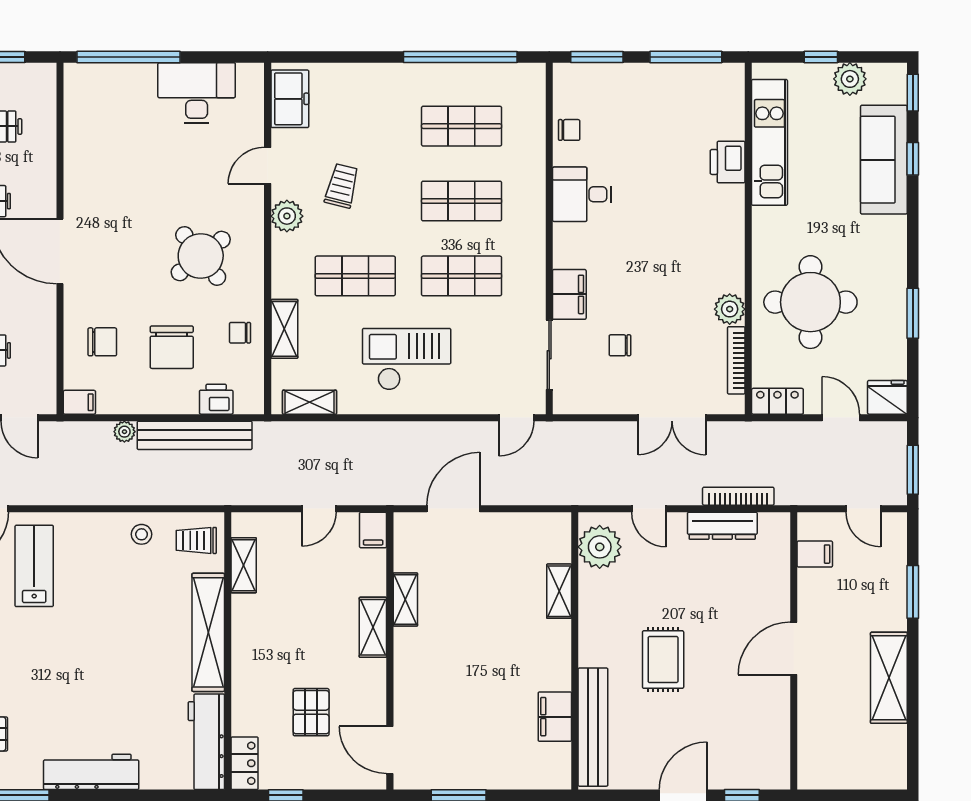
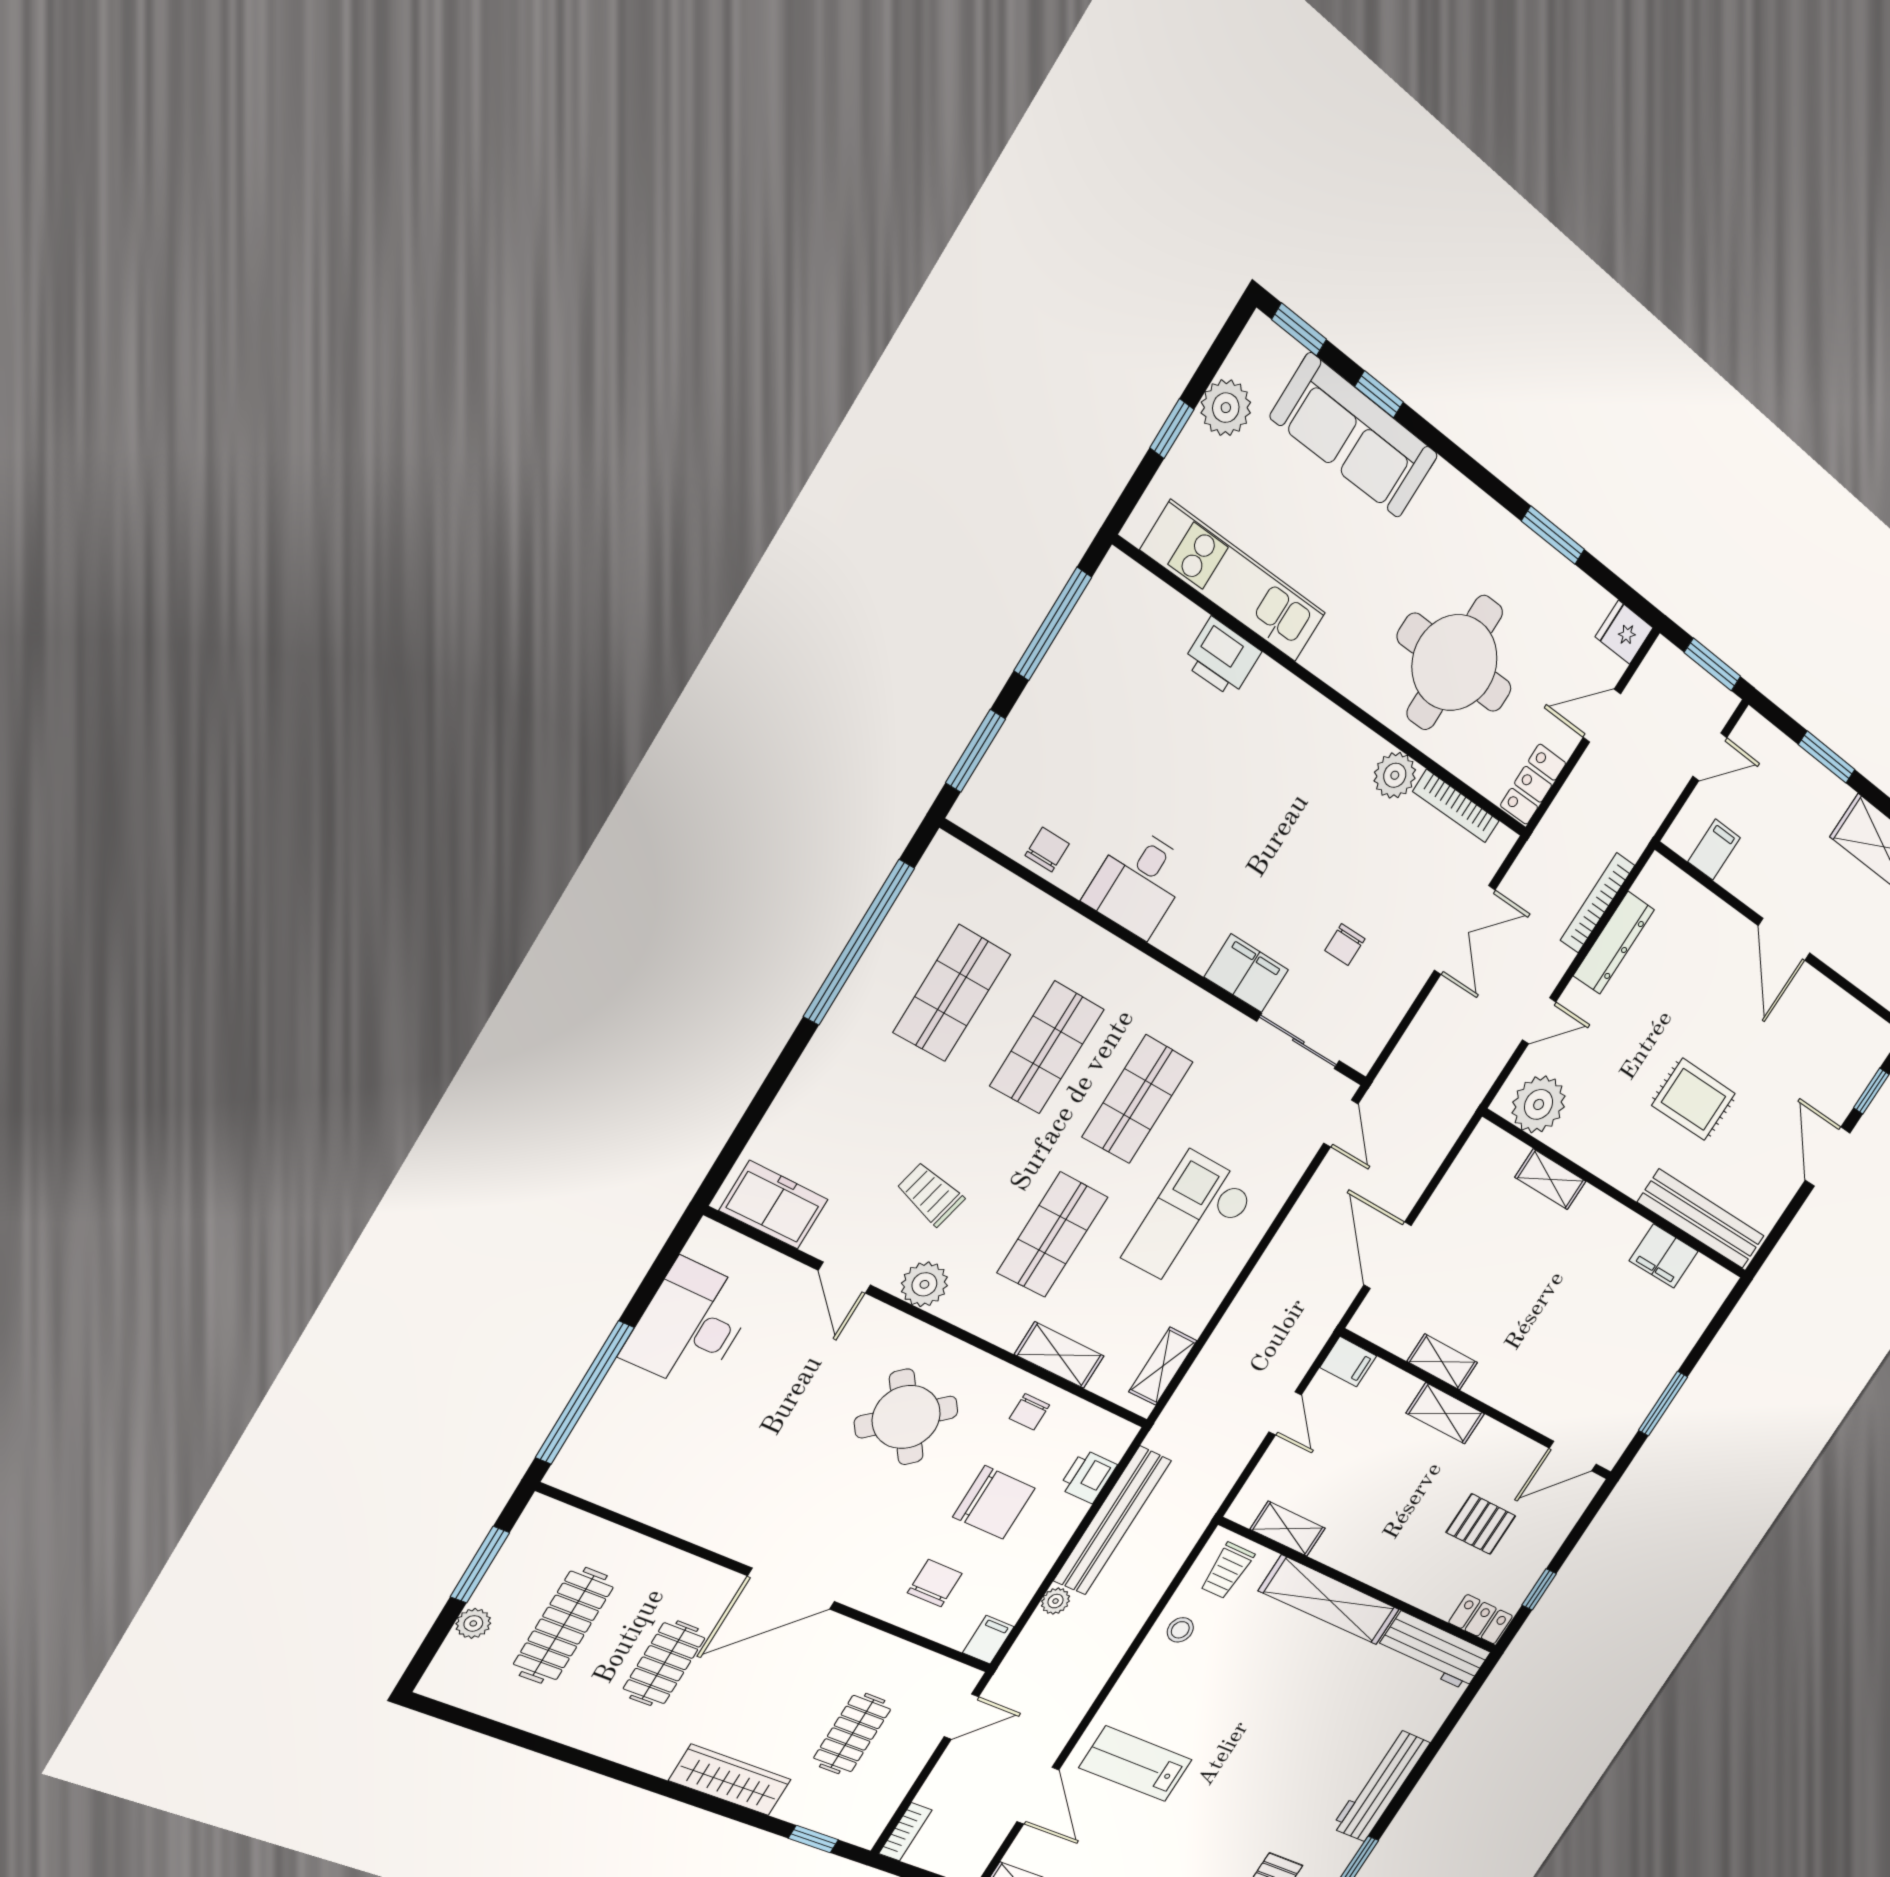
fridge: (887, 397) -> (1624, 632), width x0.72

